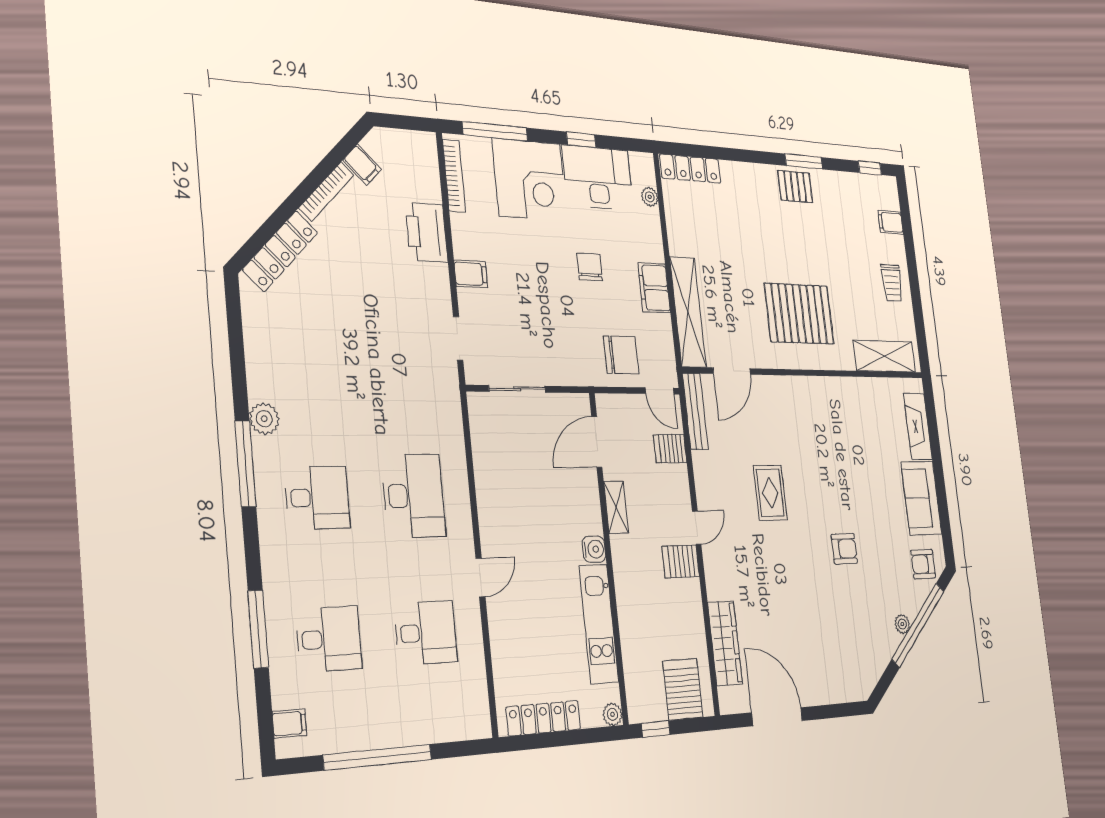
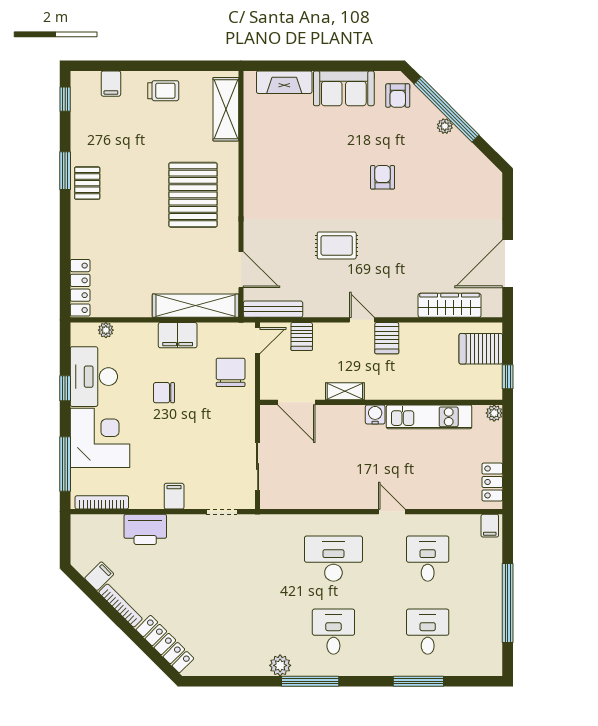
locker: (543, 718) -> (492, 482), width x0.66
filing cabinet: (289, 723) -> (490, 526), moved, turned 180

